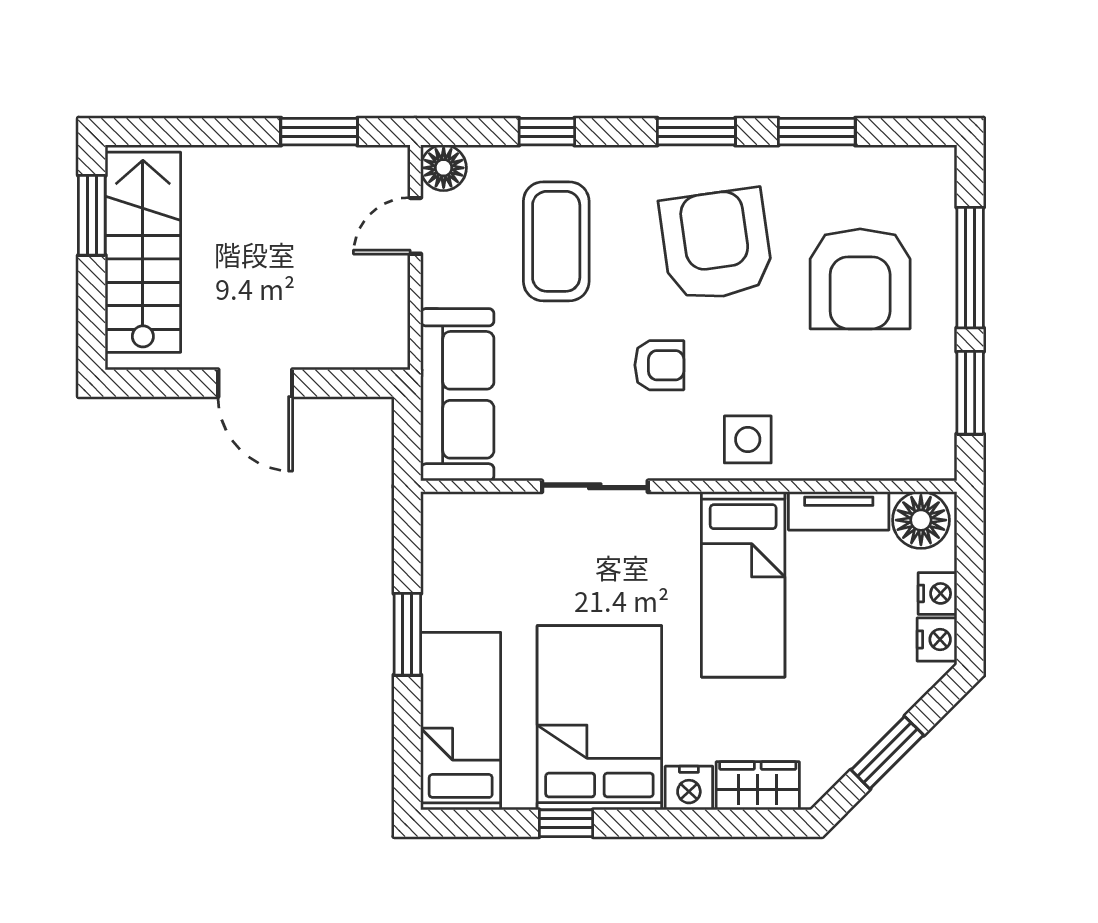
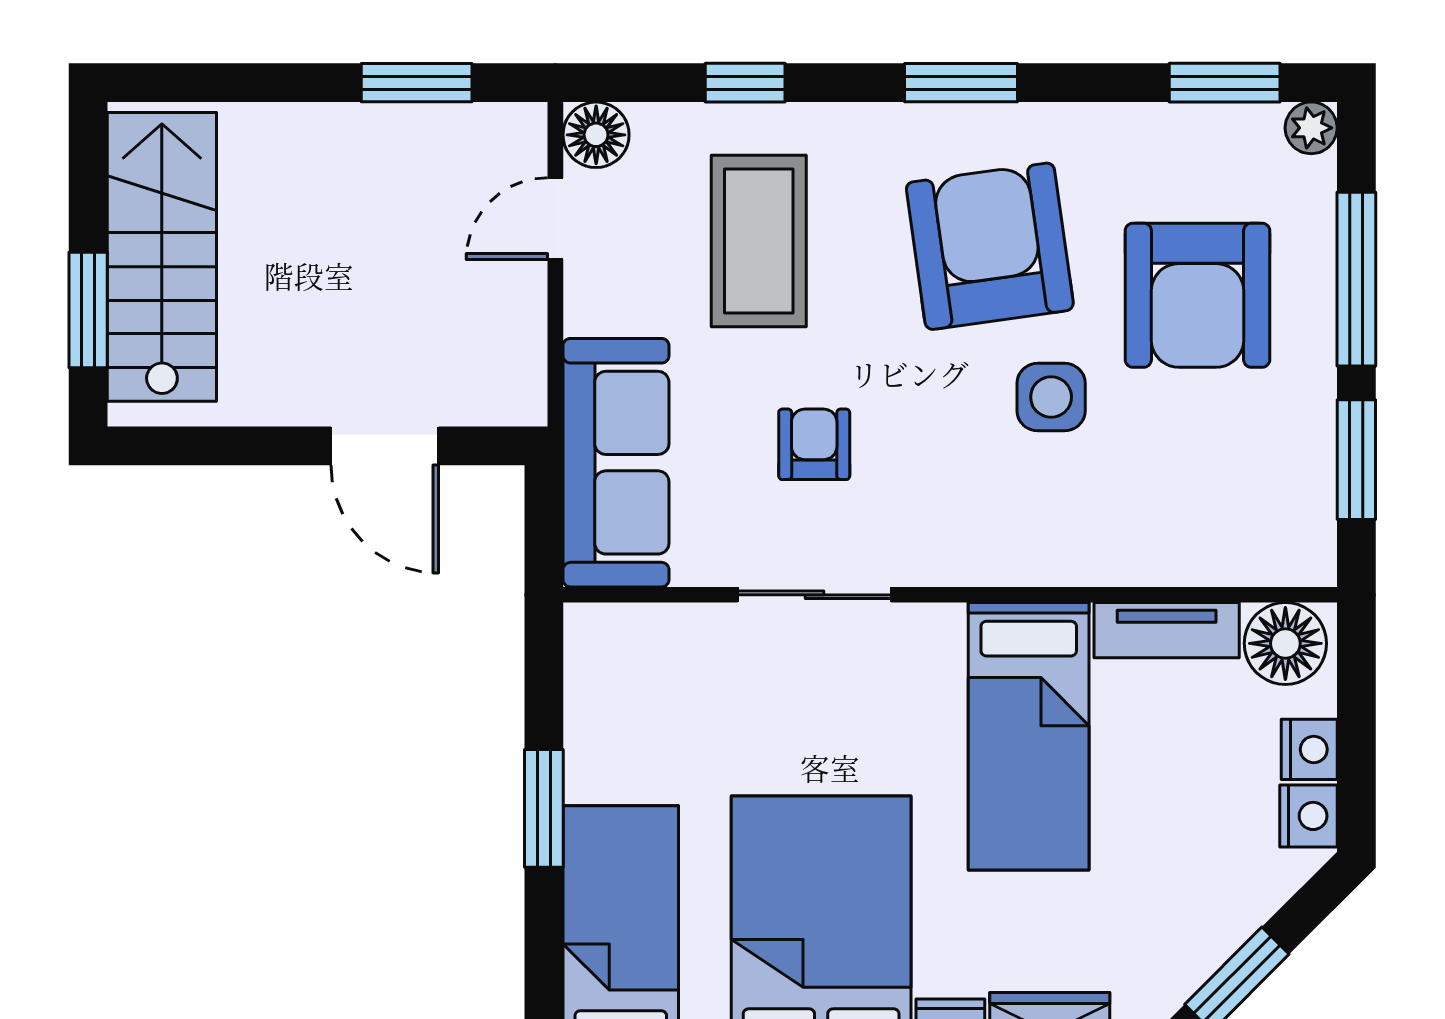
window: (817, 132) -> (1225, 83), moved
plant: (939, 163) -> (1311, 128), added
window: (92, 215) -> (88, 310), moved
armchair: (659, 365) -> (814, 444), moved, turned -90
door: (255, 383) -> (385, 446), moved
side table: (748, 439) -> (1051, 397), moved

